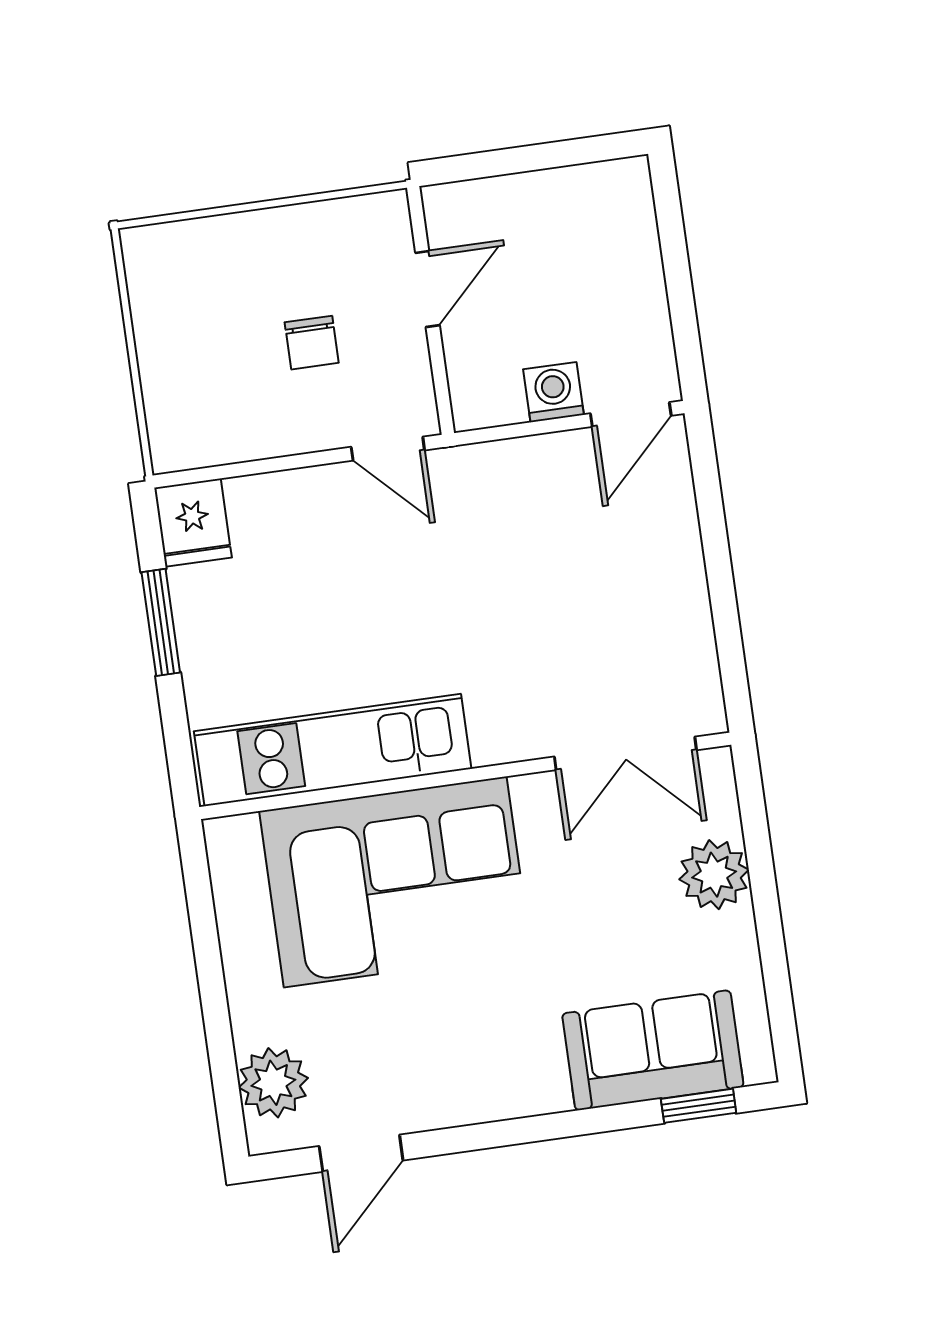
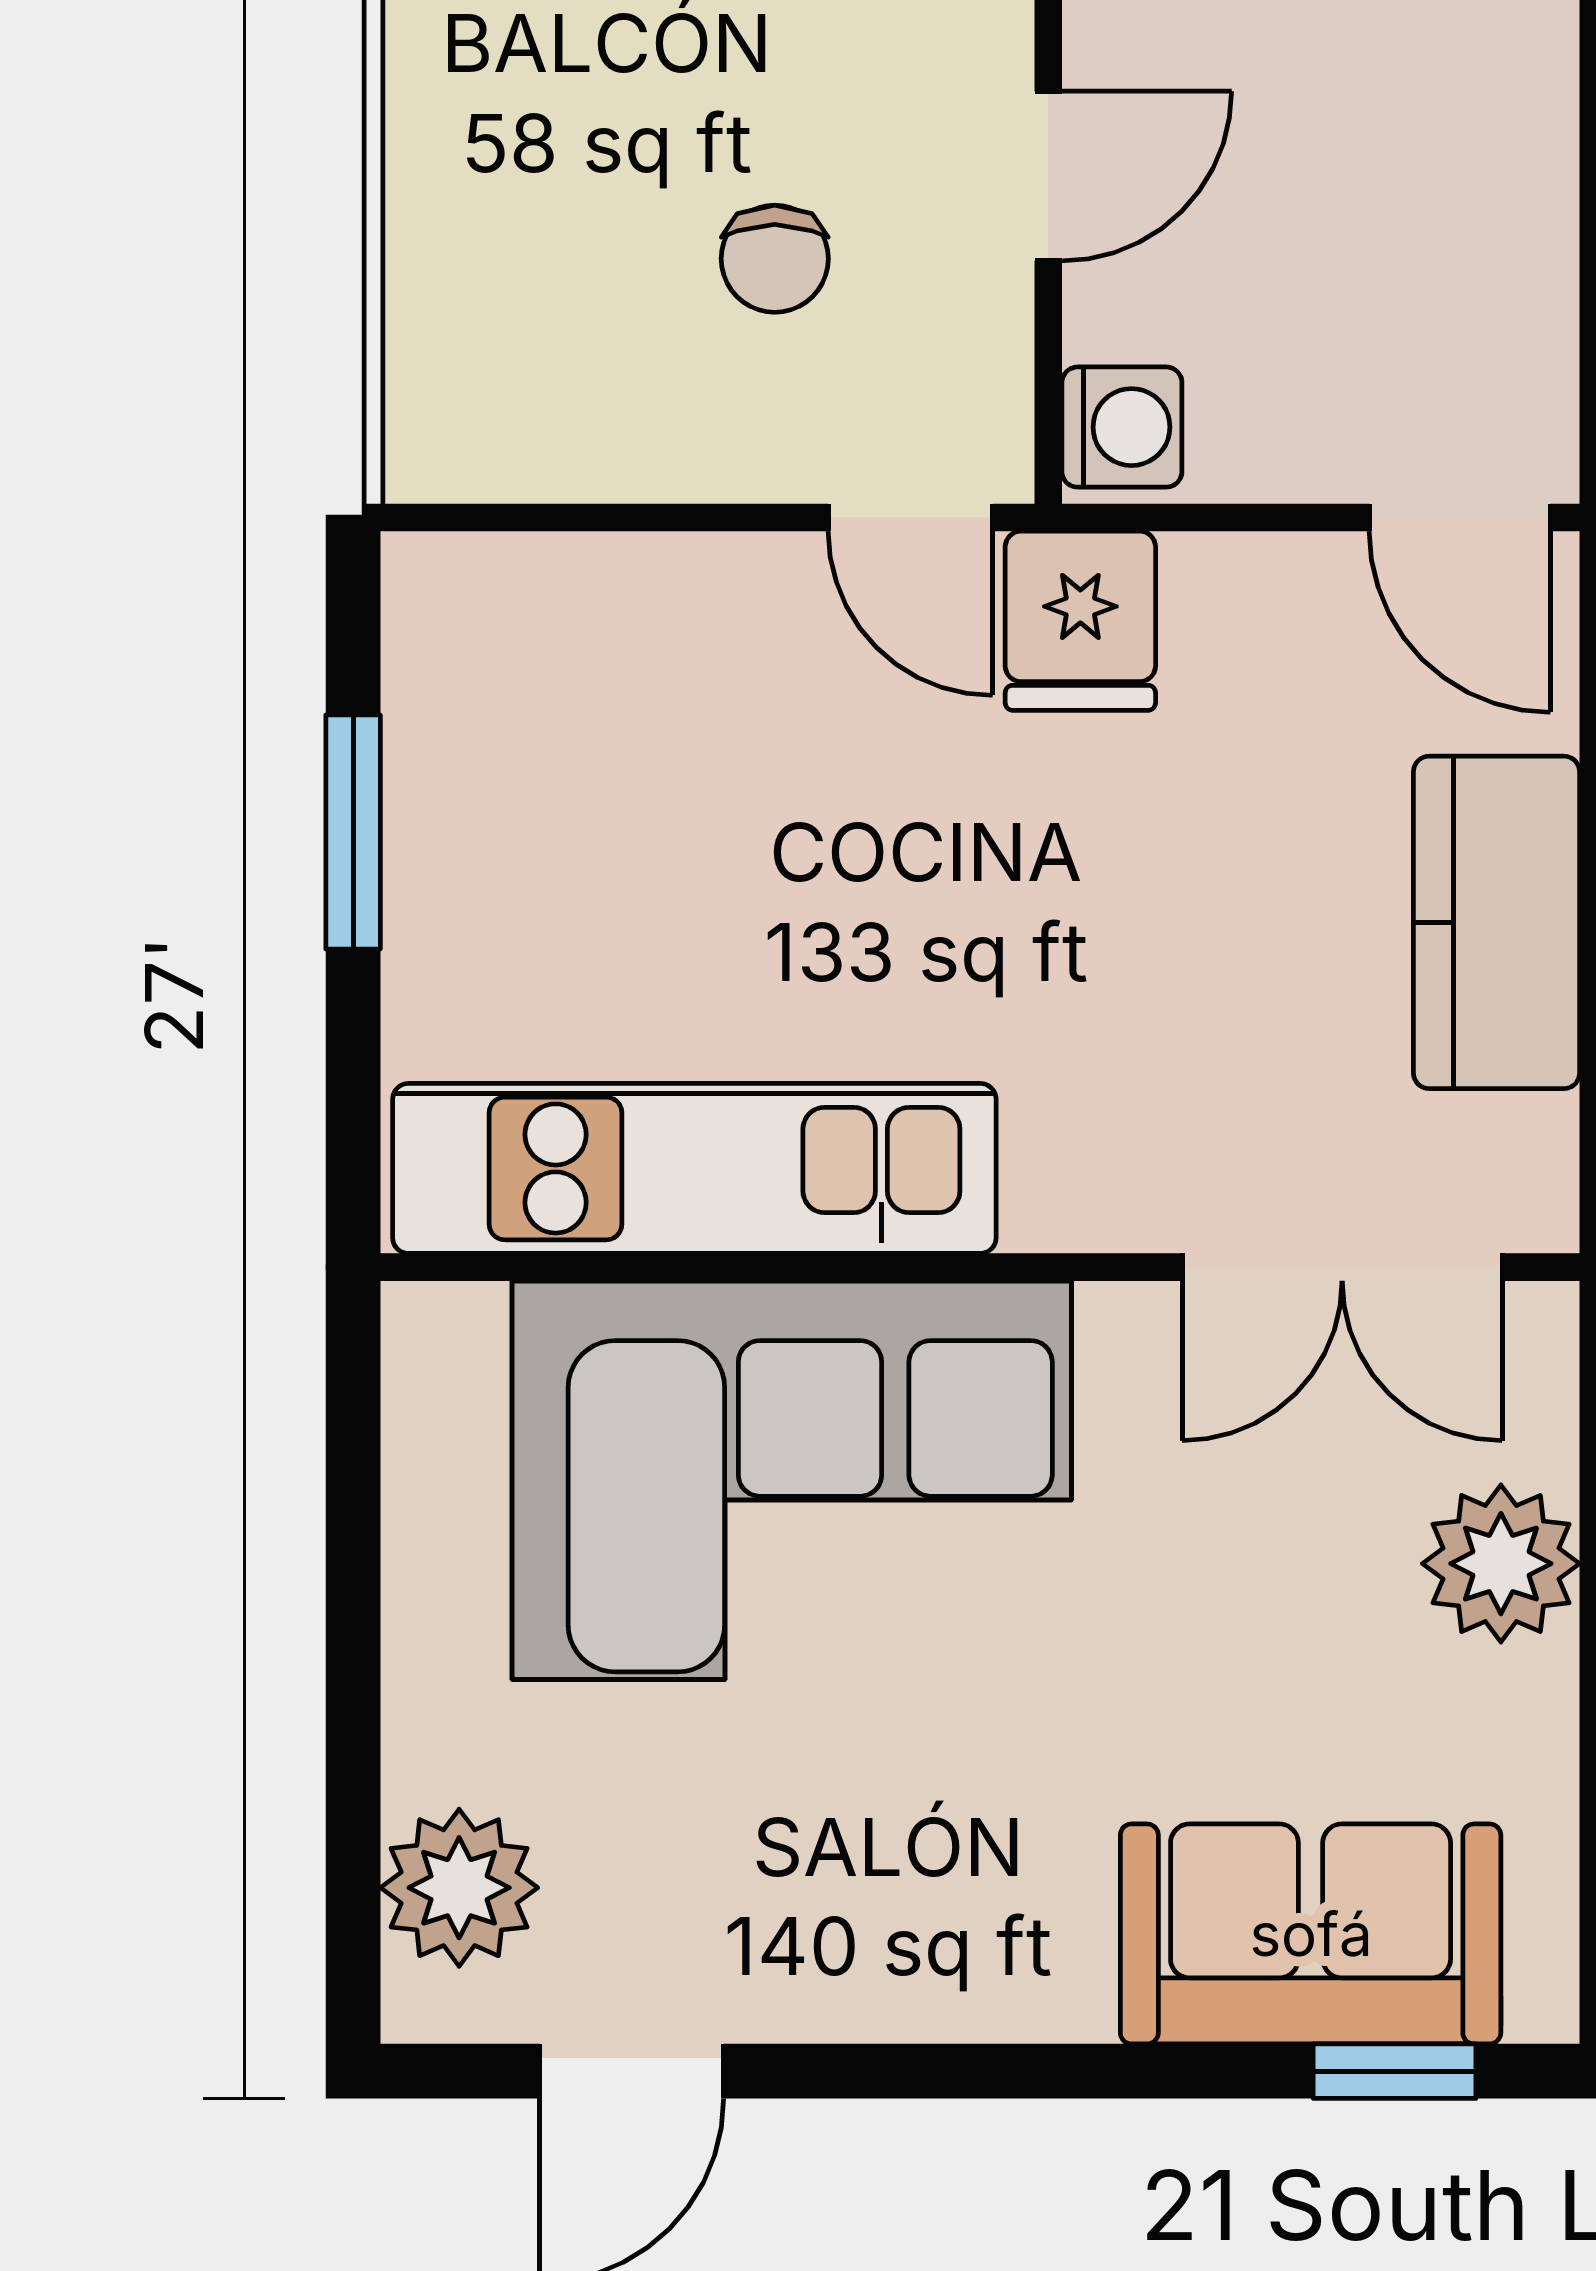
washing machine: (553, 392) -> (1122, 427), moved, turned 90
door: (631, 414) -> (1460, 518), hinge flipped
fridge: (193, 523) -> (1080, 621), moved
kitchen counter: (672, 591) -> (1497, 922), added

